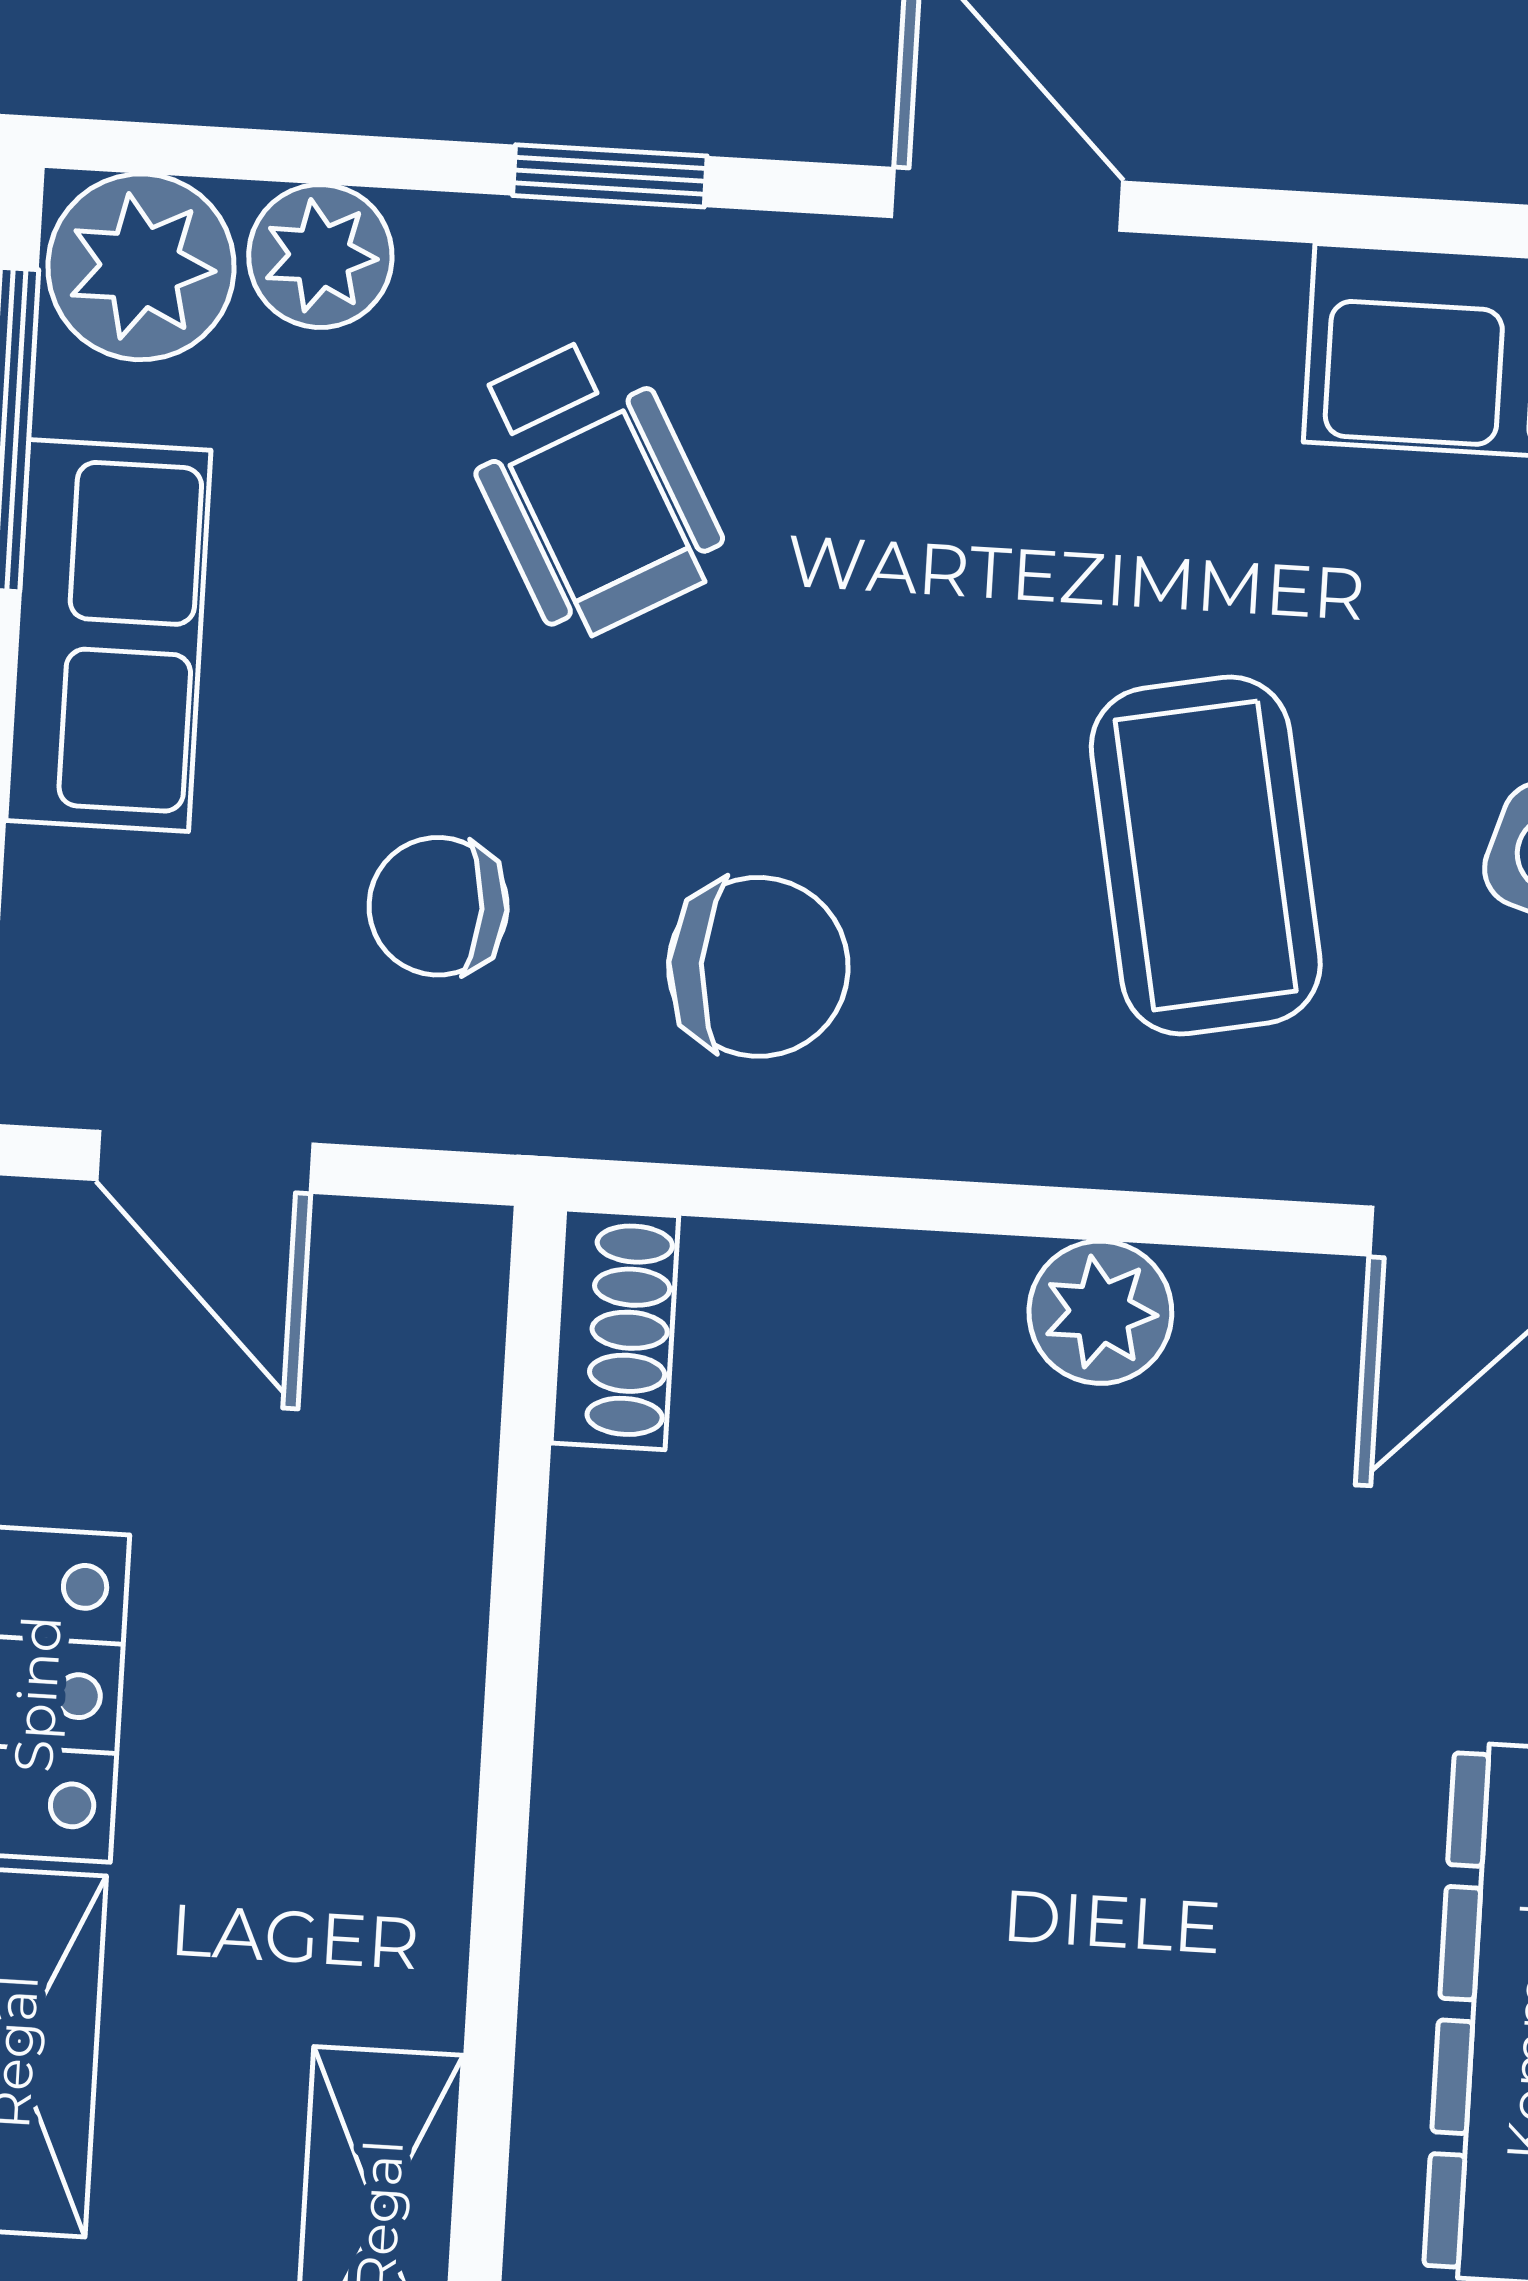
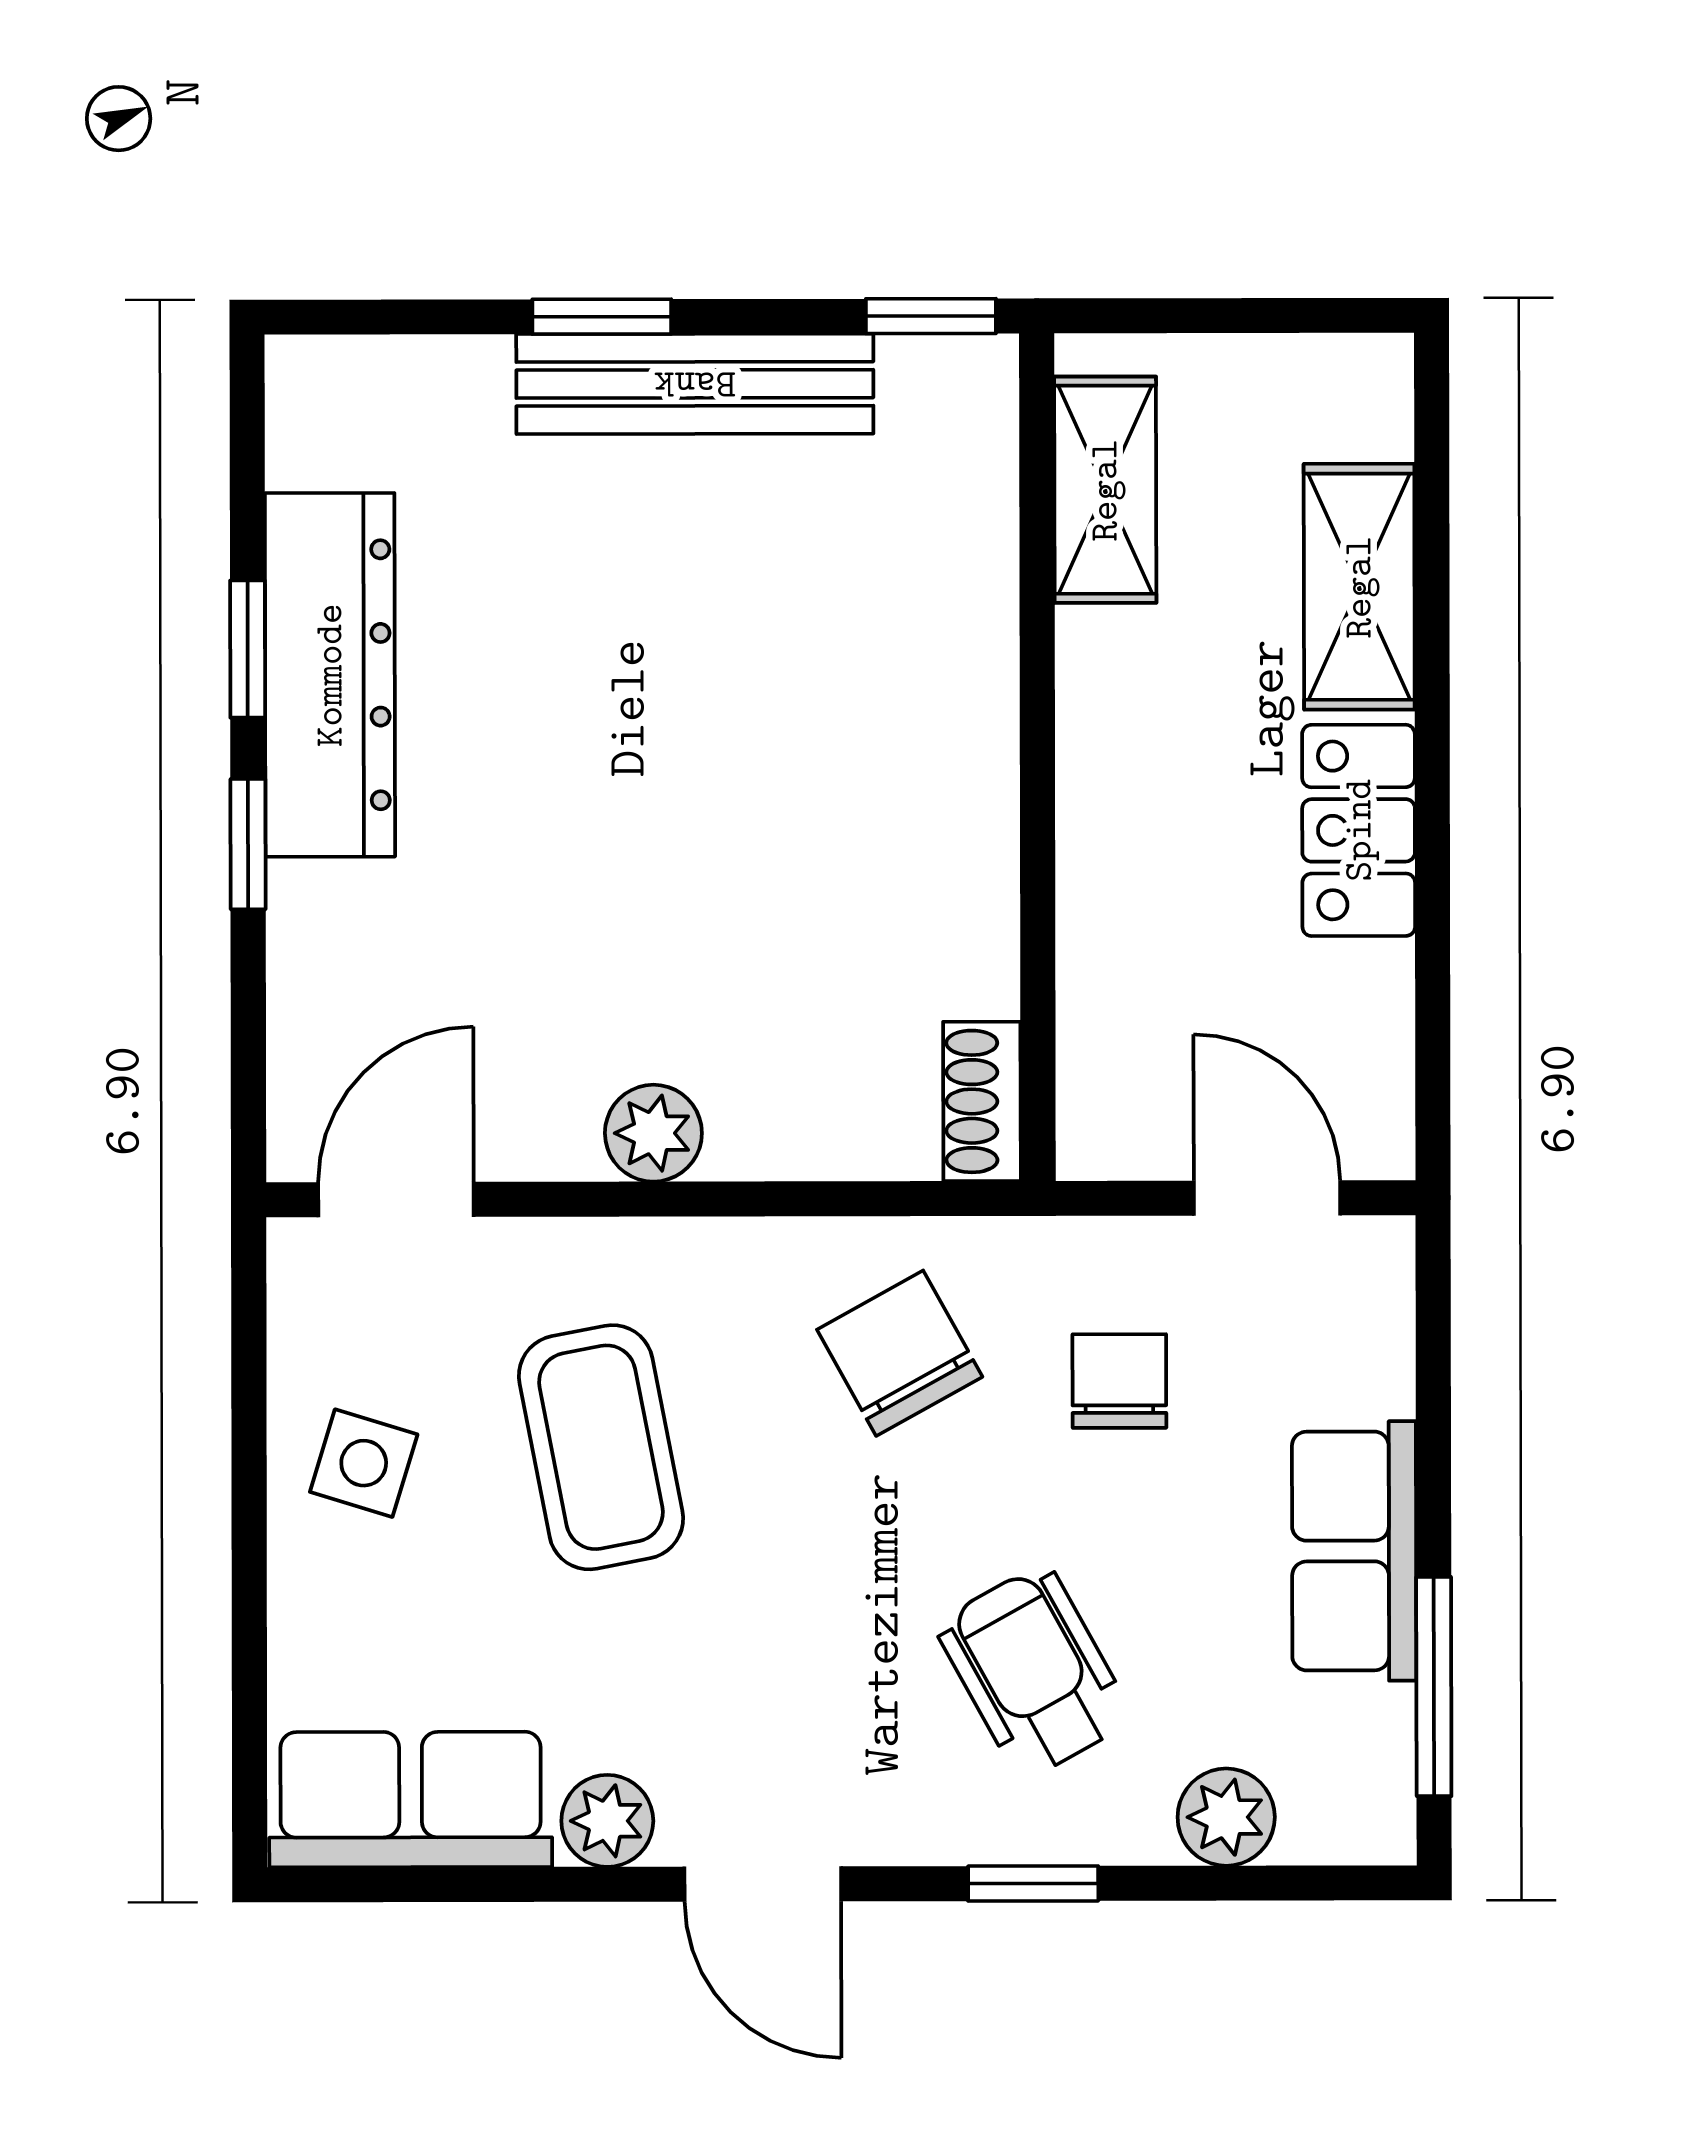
plant: (141, 267) -> (607, 1821), moved, width x0.73, depth x0.73
chair: (438, 906) -> (1119, 1381), turned -90
chair: (758, 967) -> (900, 1353), turned 61

